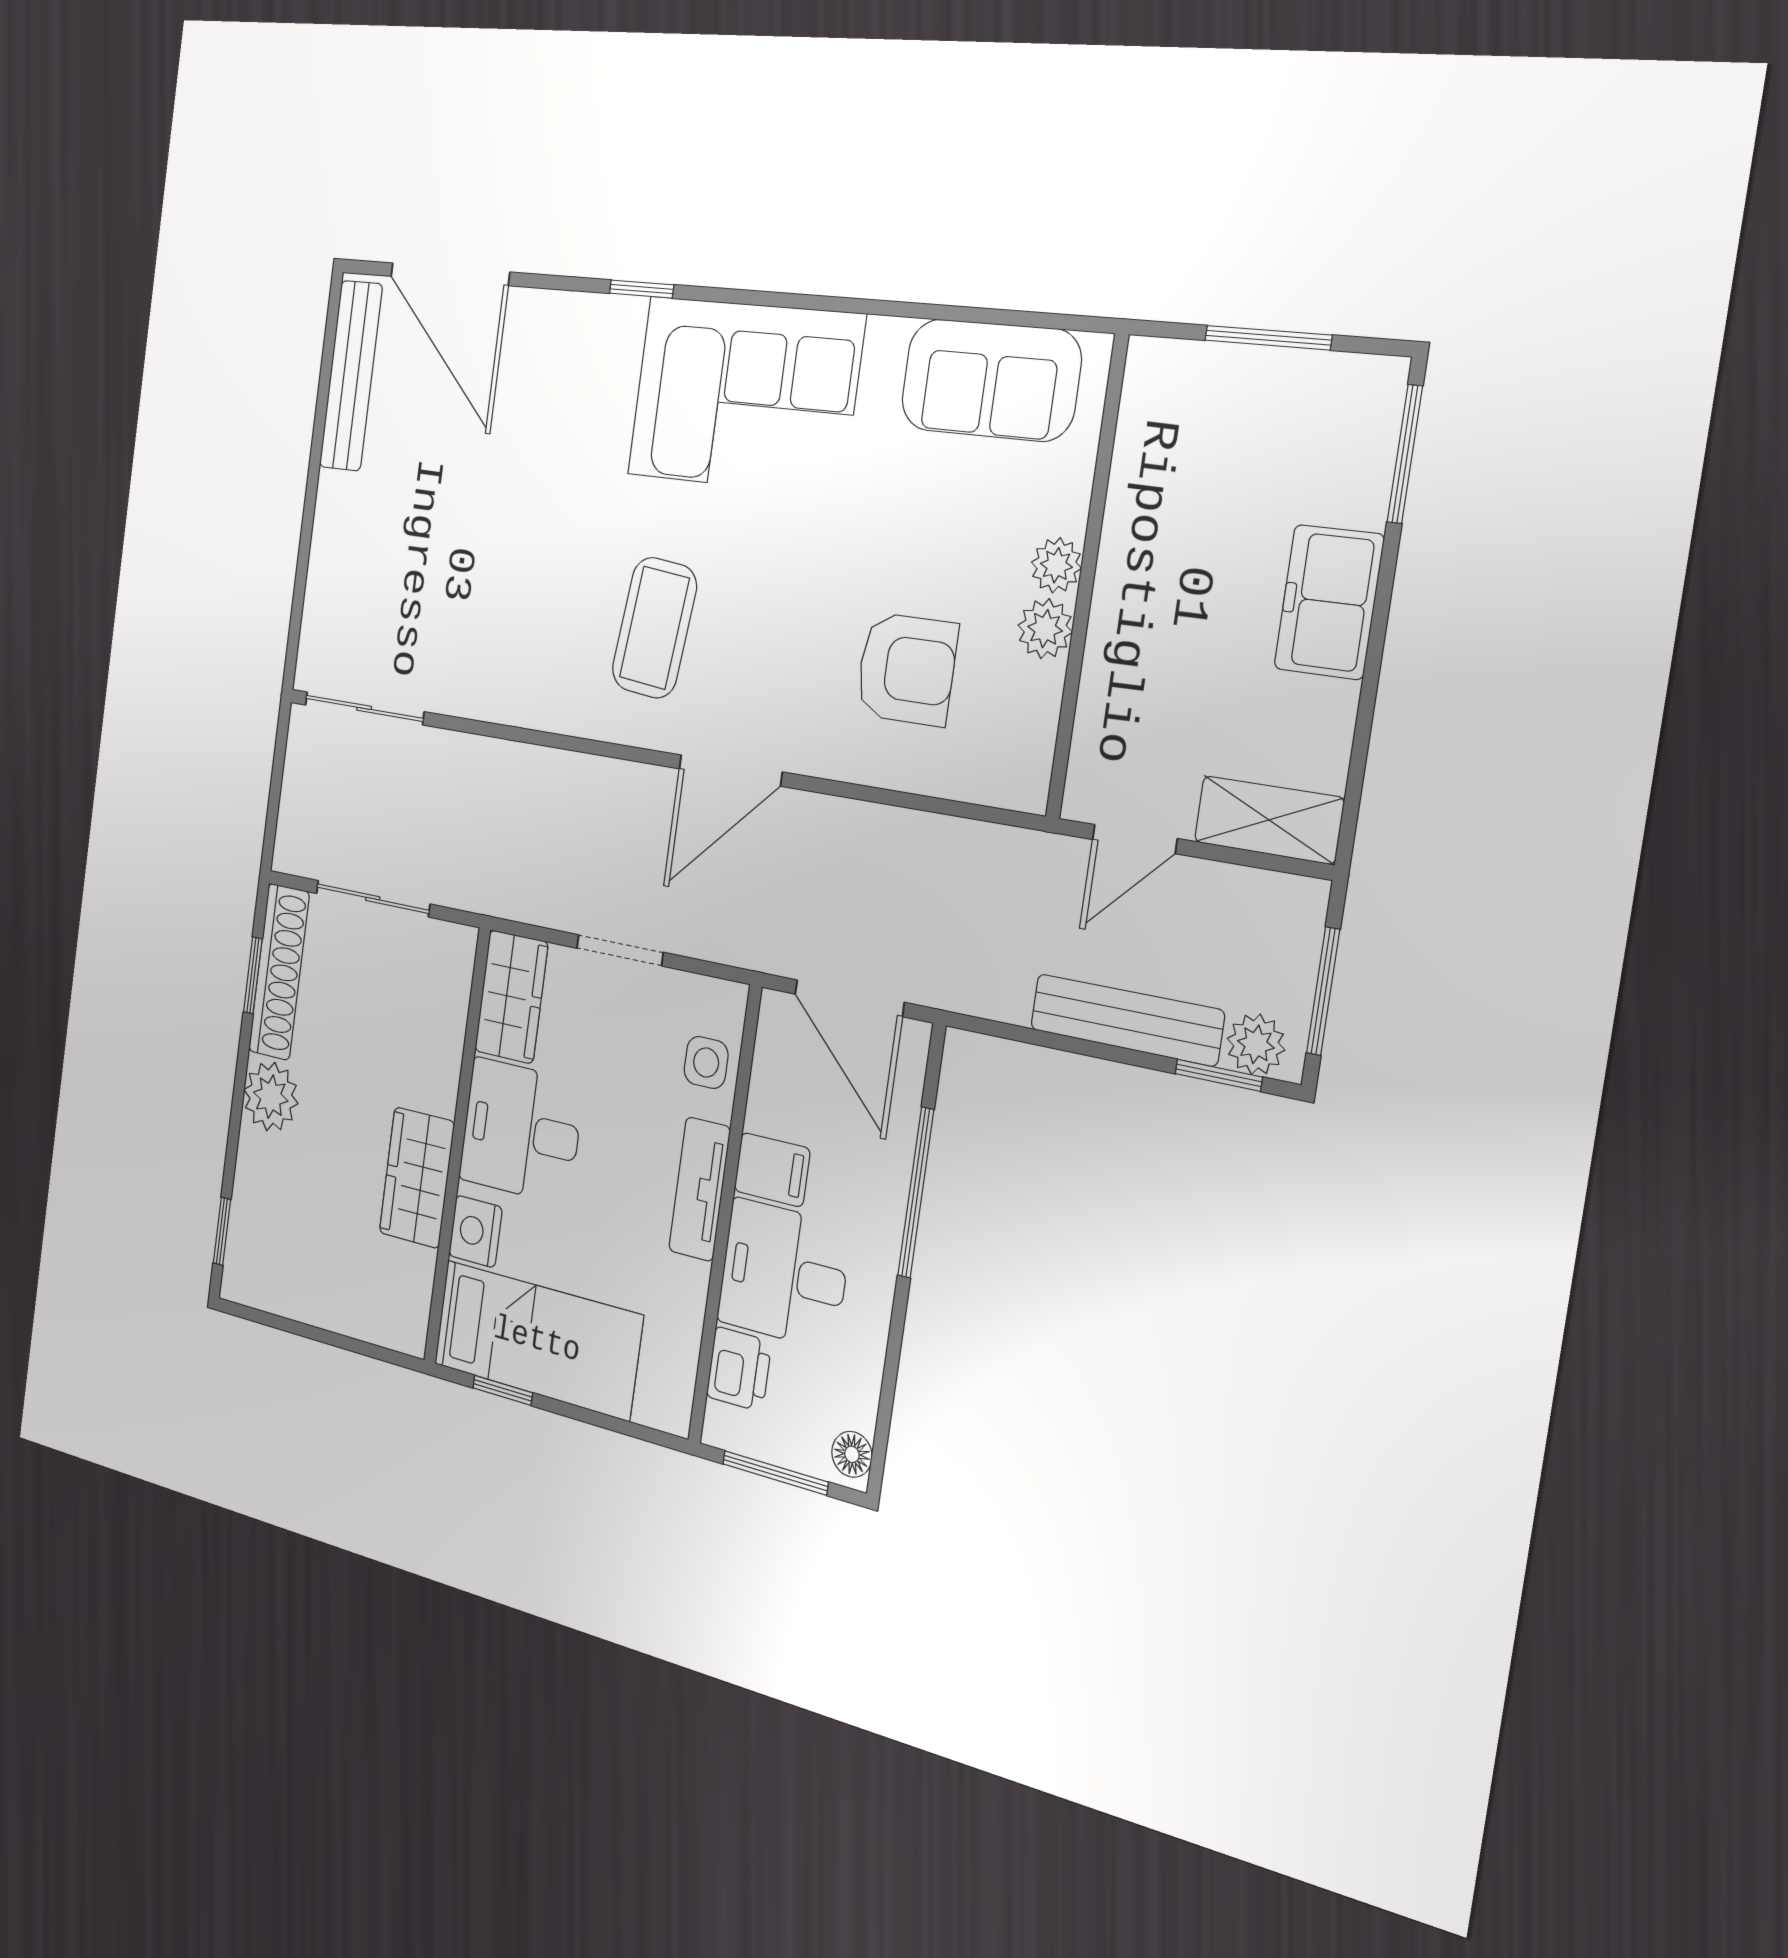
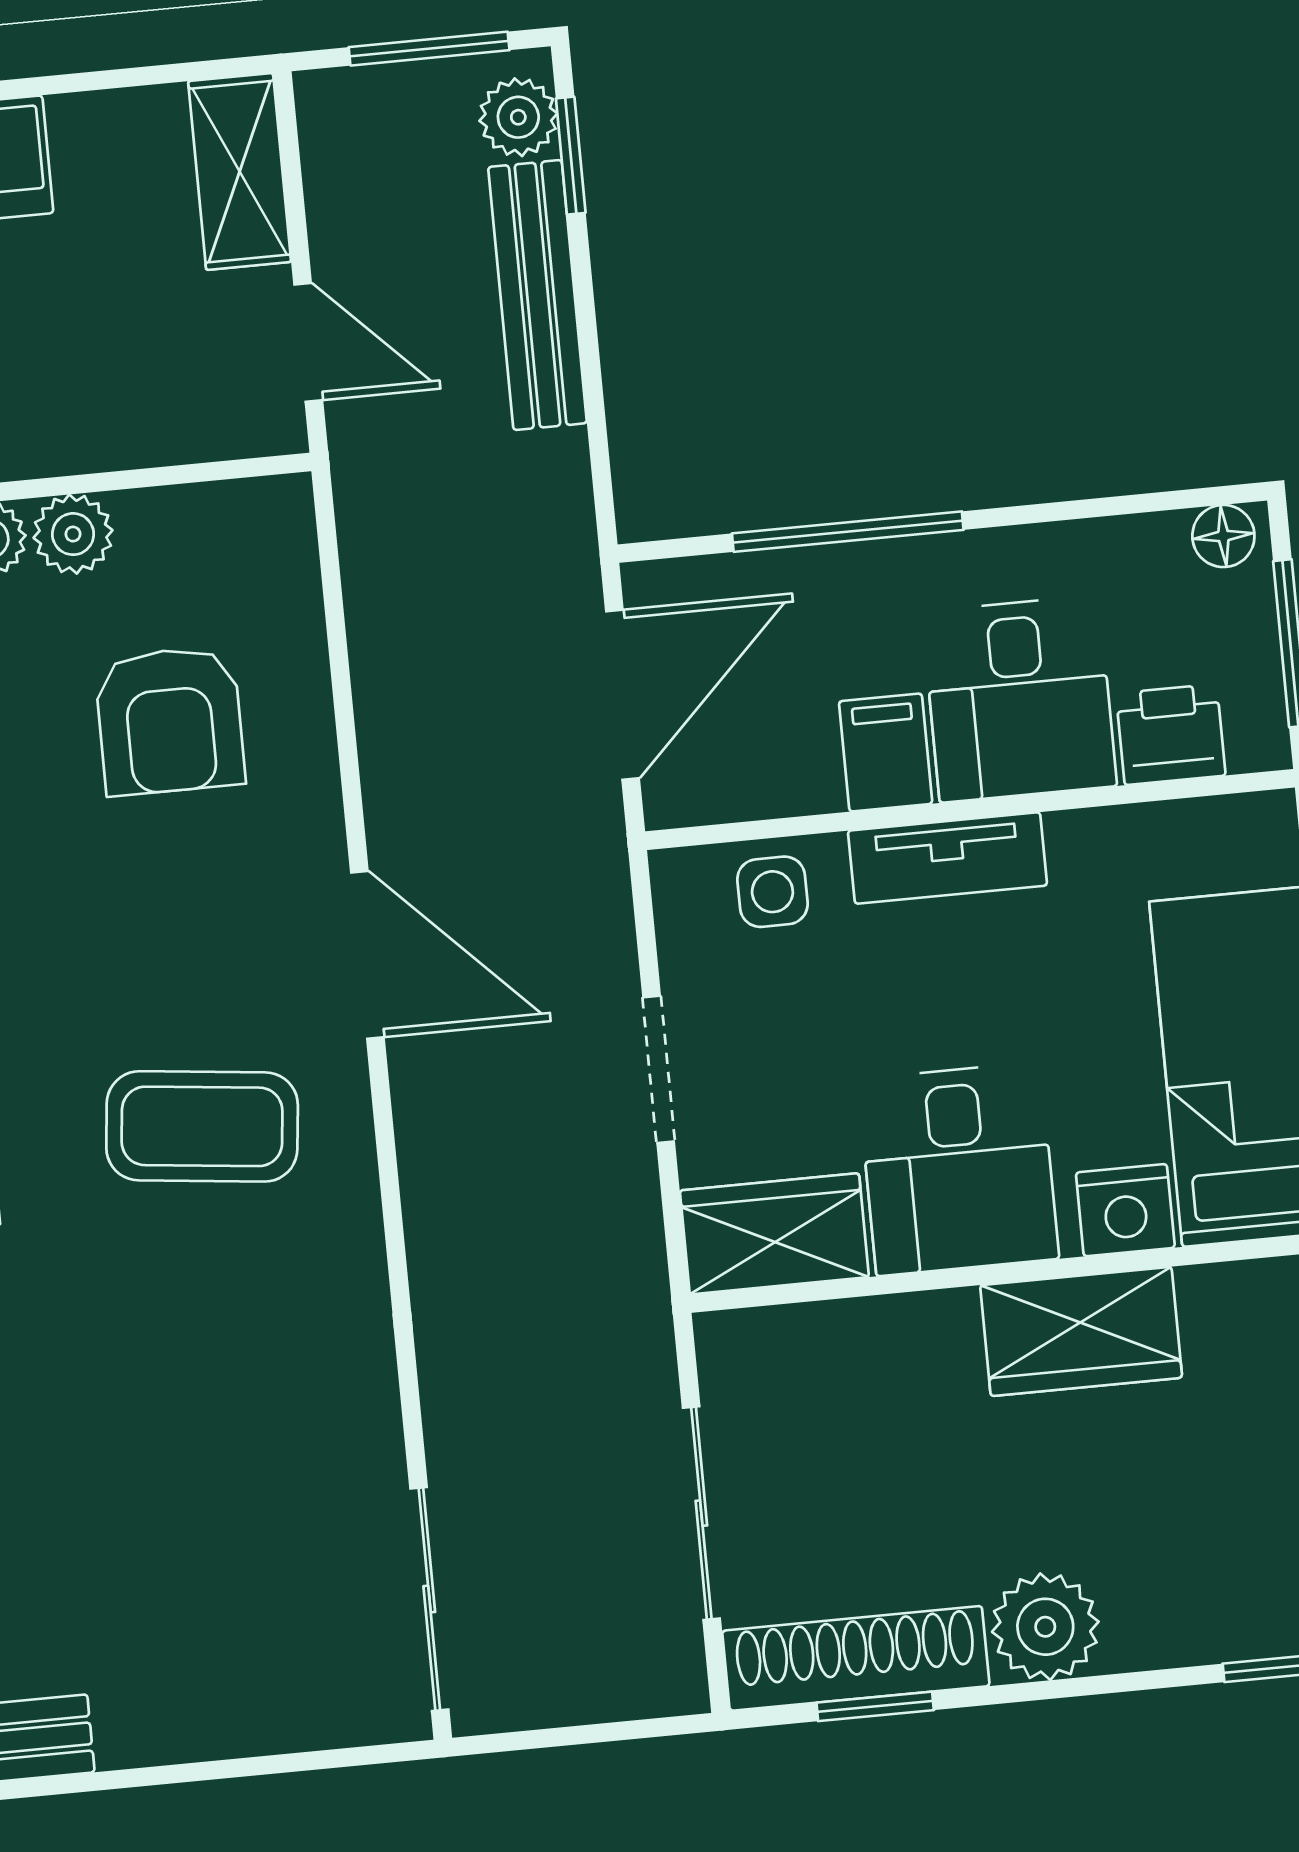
armchair: (906, 669) -> (170, 721), turned 180

